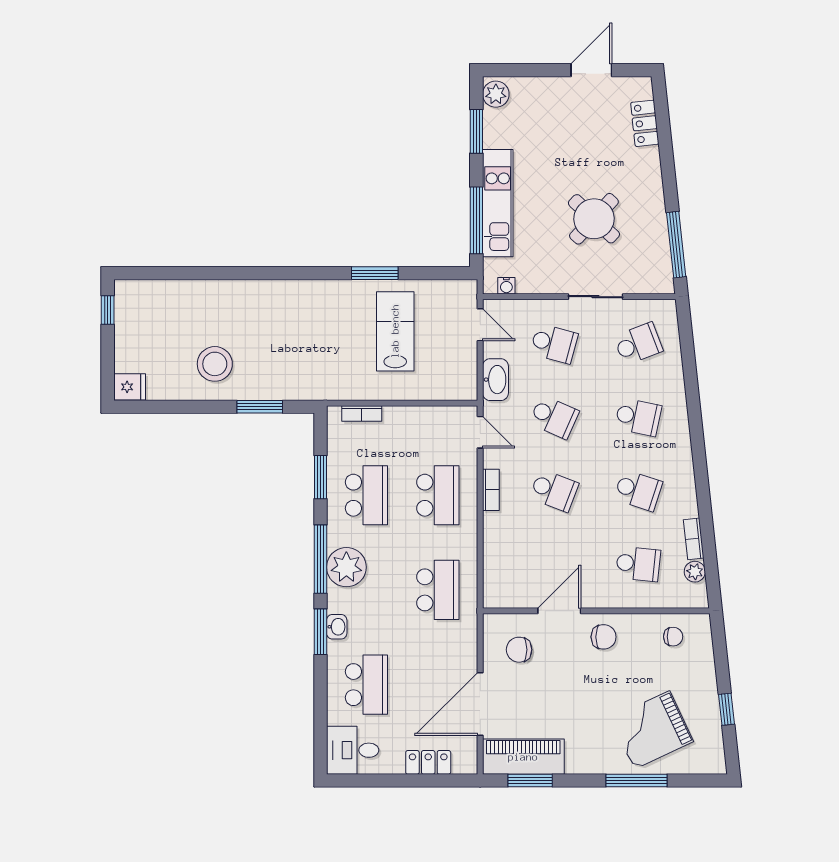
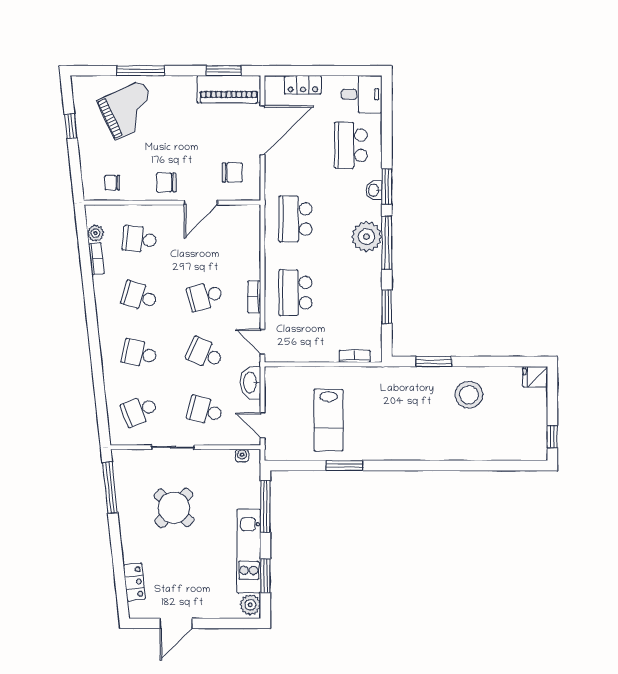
kitchen unit: (498, 203) -> (249, 551), moved
school desk: (554, 490) -> (205, 296), turned -36
school desk: (366, 495) -> (351, 293), removed

